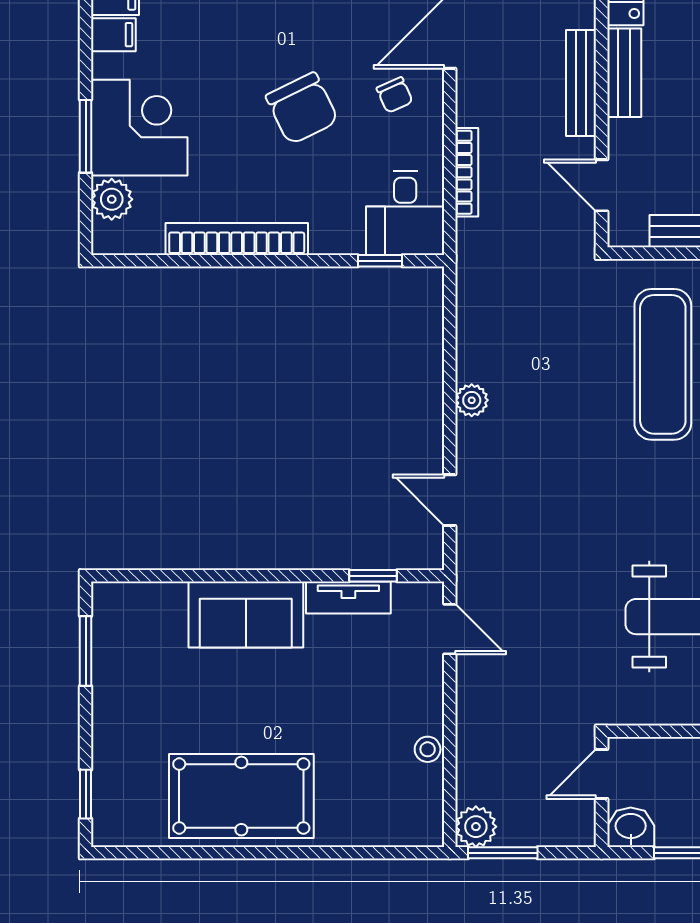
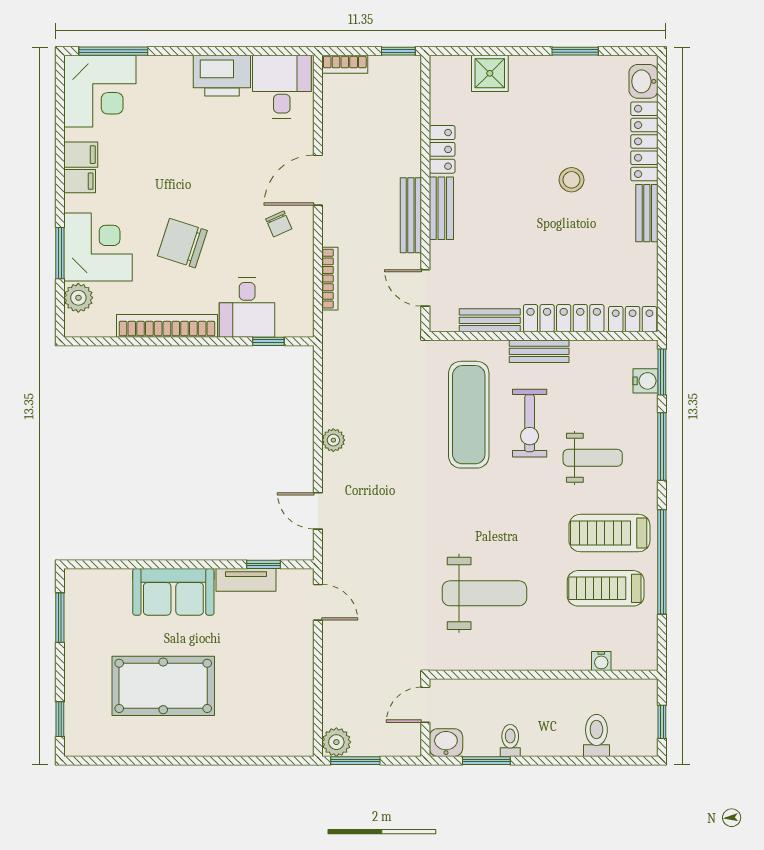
chair: (302, 108) -> (182, 243), moved, turned 134
desk: (405, 213) -> (247, 307), moved
stool: (428, 749) -> (302, 687), removed
pool table: (241, 796) -> (163, 686), moved

